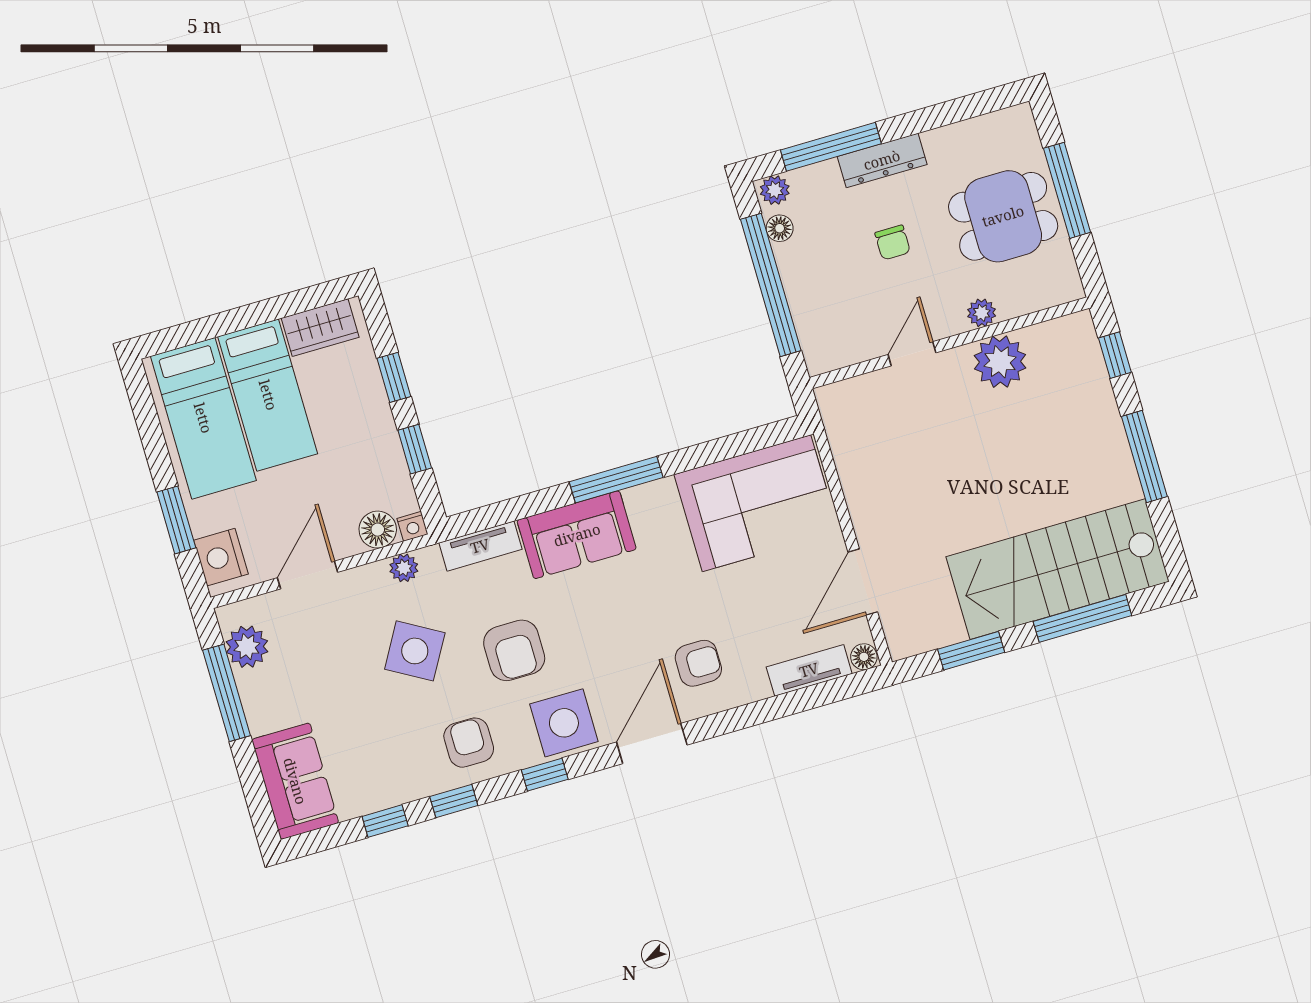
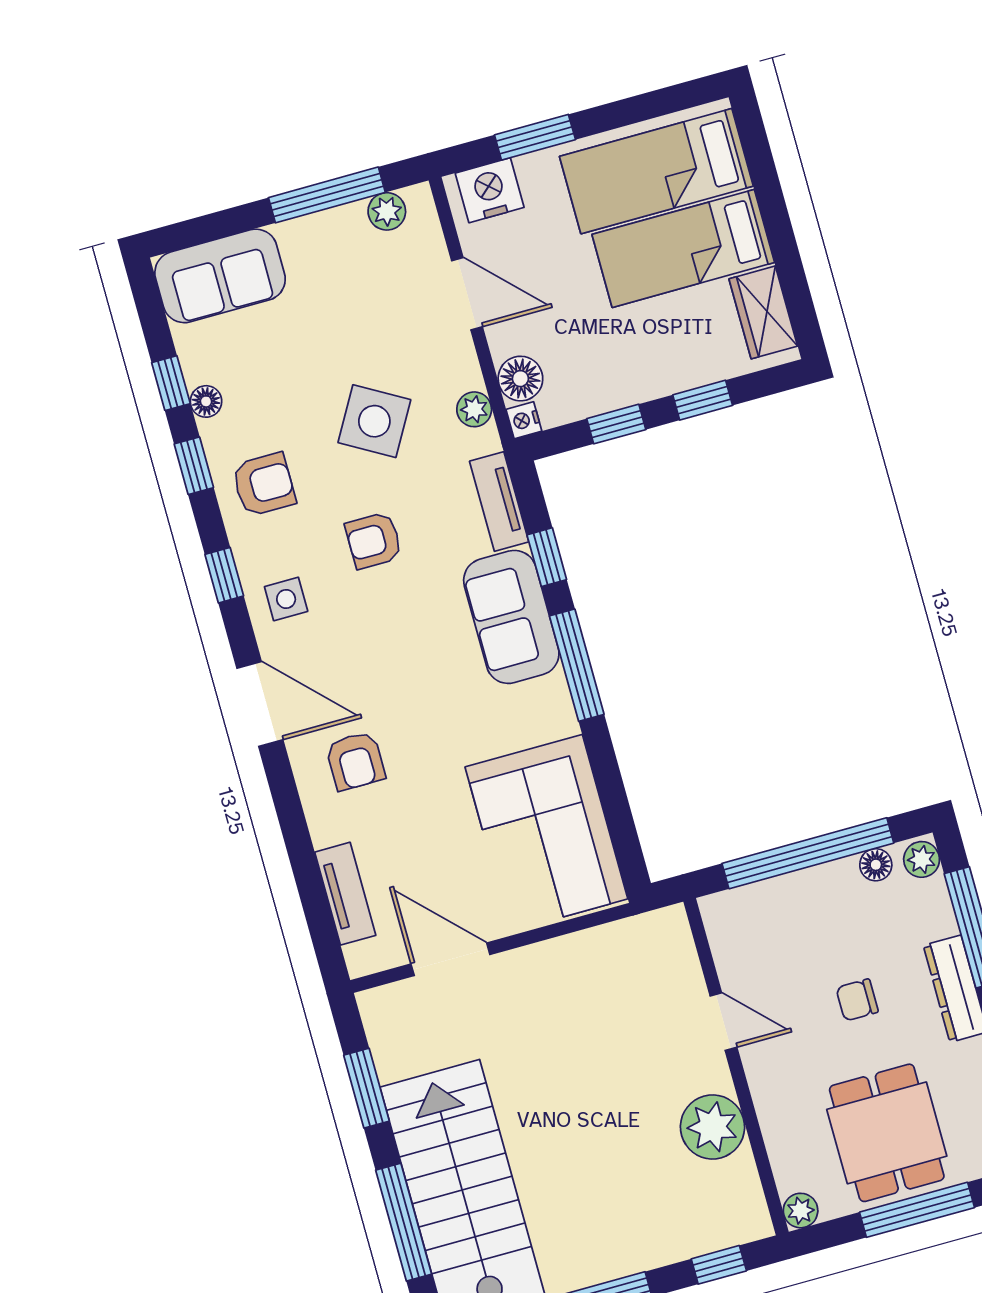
plant: (982, 313) -> (801, 1211), moved
window: (526, 506) -> (547, 557), added
plant: (247, 647) -> (387, 211), width x0.73, depth x0.73
armchair: (514, 650) -> (374, 540), width x0.72, depth x0.72
floor lamp: (864, 657) -> (206, 401), moved
side table: (564, 723) -> (286, 599), width x0.54, depth x0.54

